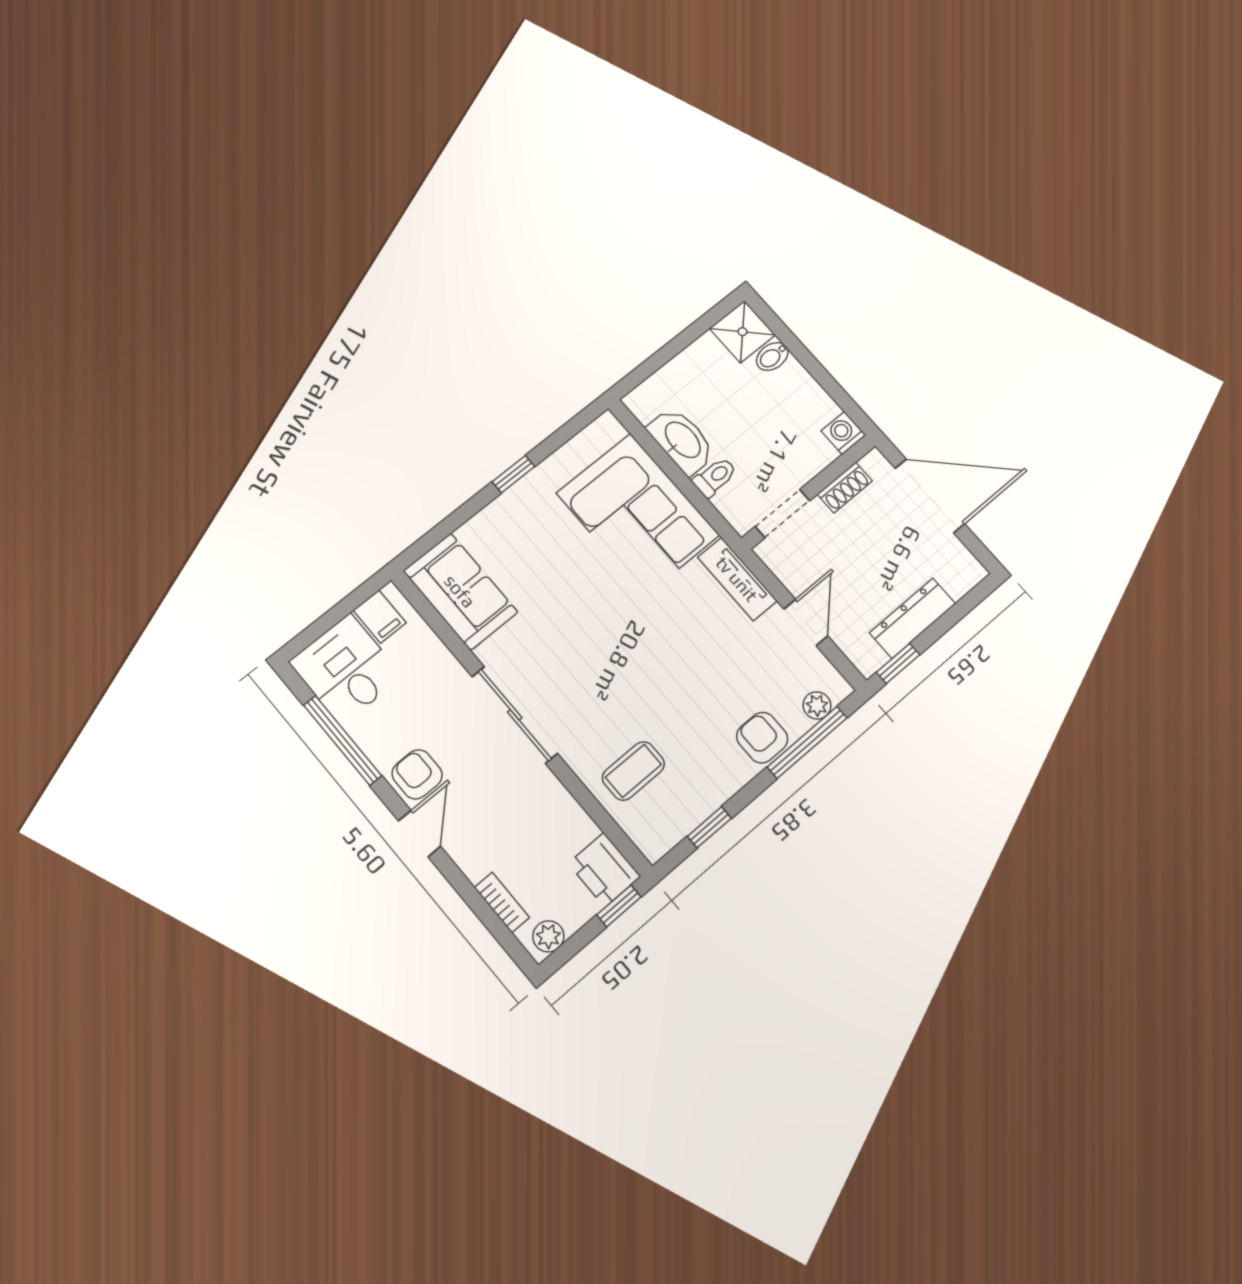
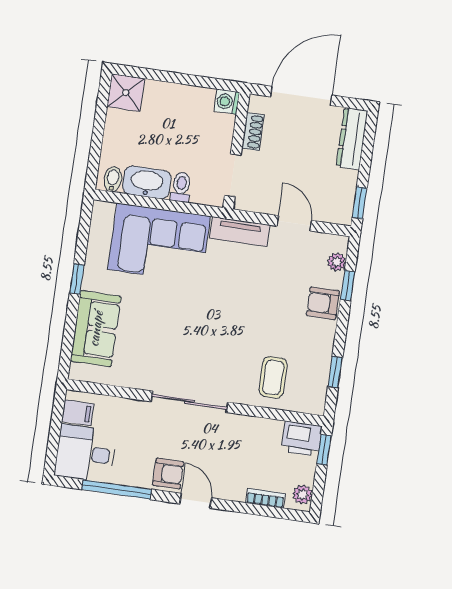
bidet: (772, 357) -> (113, 179), moved, turned 180
sofa: (460, 591) -> (96, 329), moved, turned 90
dresser: (913, 618) -> (352, 139), moved
window: (807, 742) -> (348, 286), width x0.46
armchair: (417, 774) -> (168, 474), turned 180

